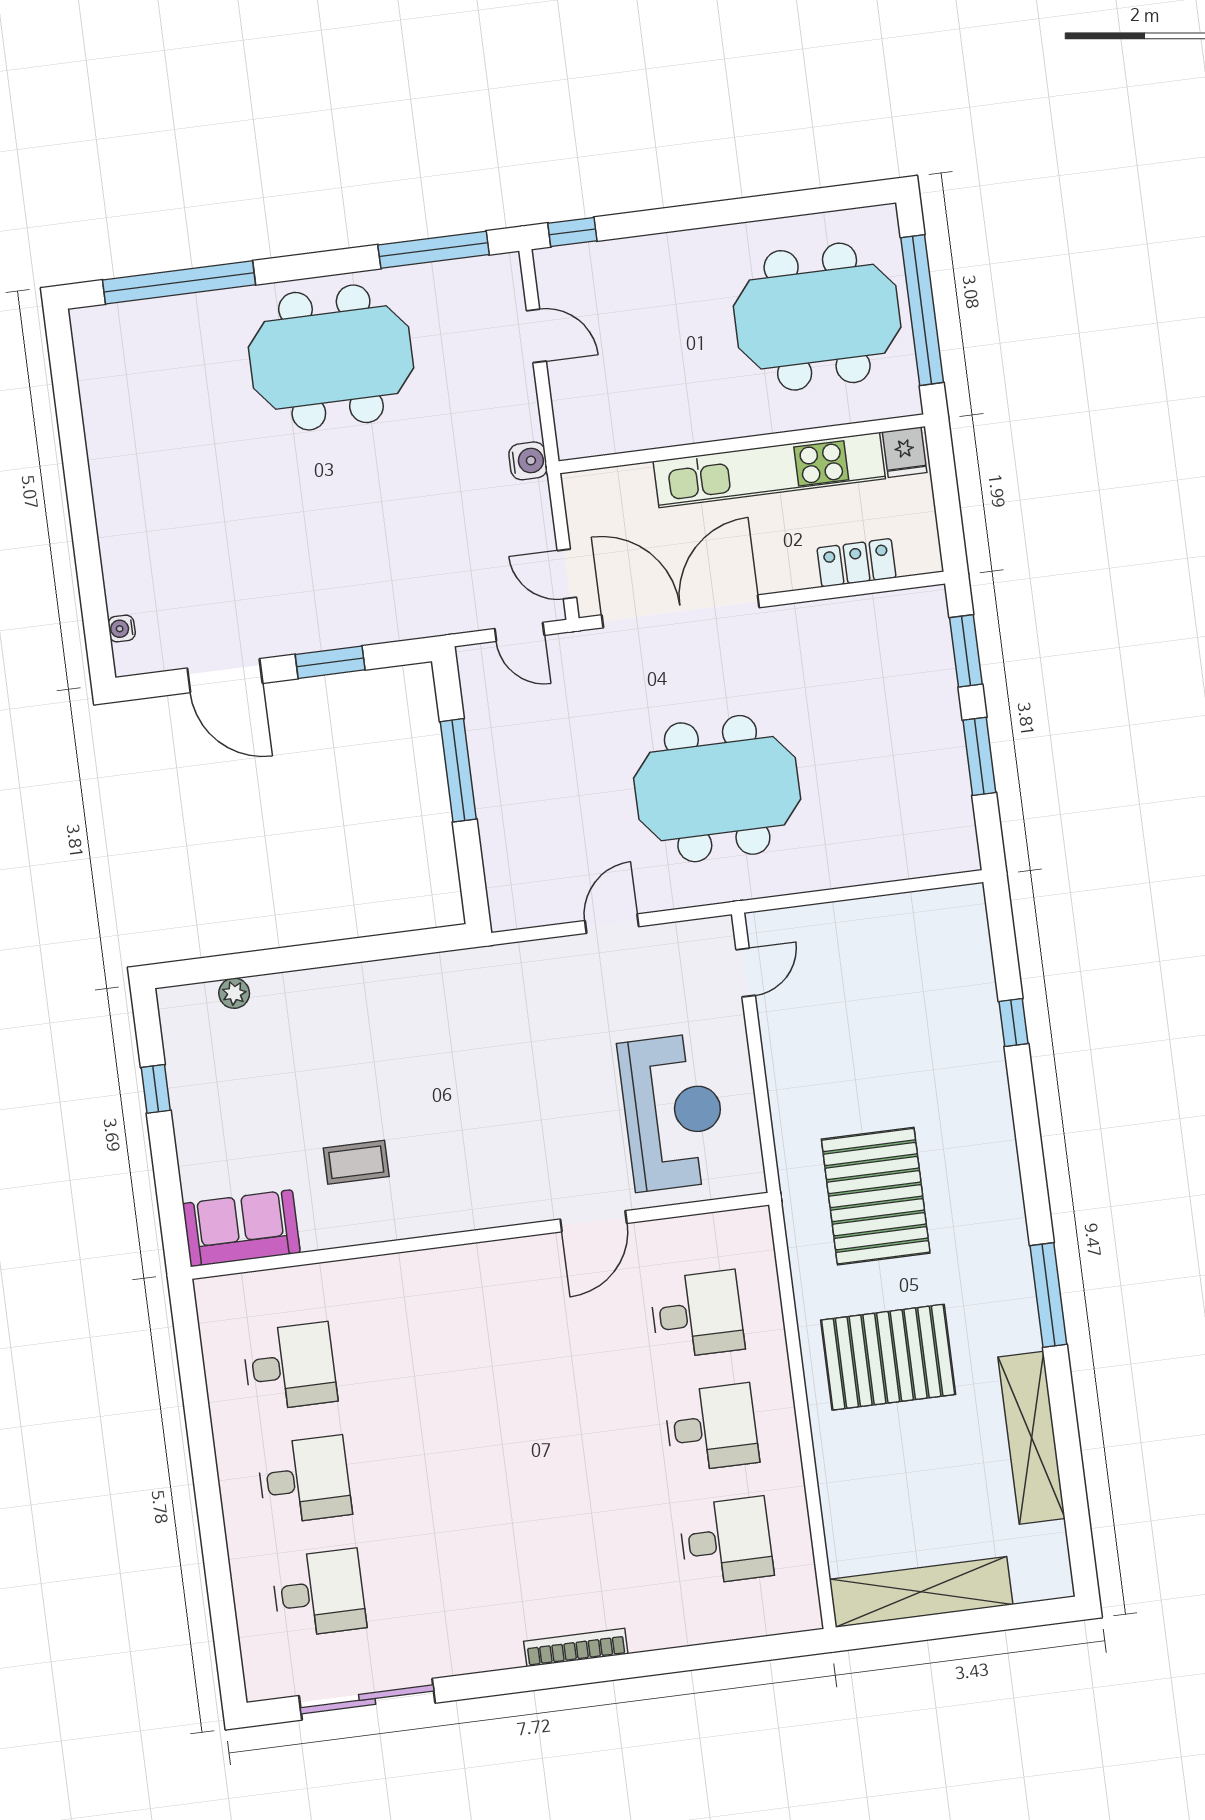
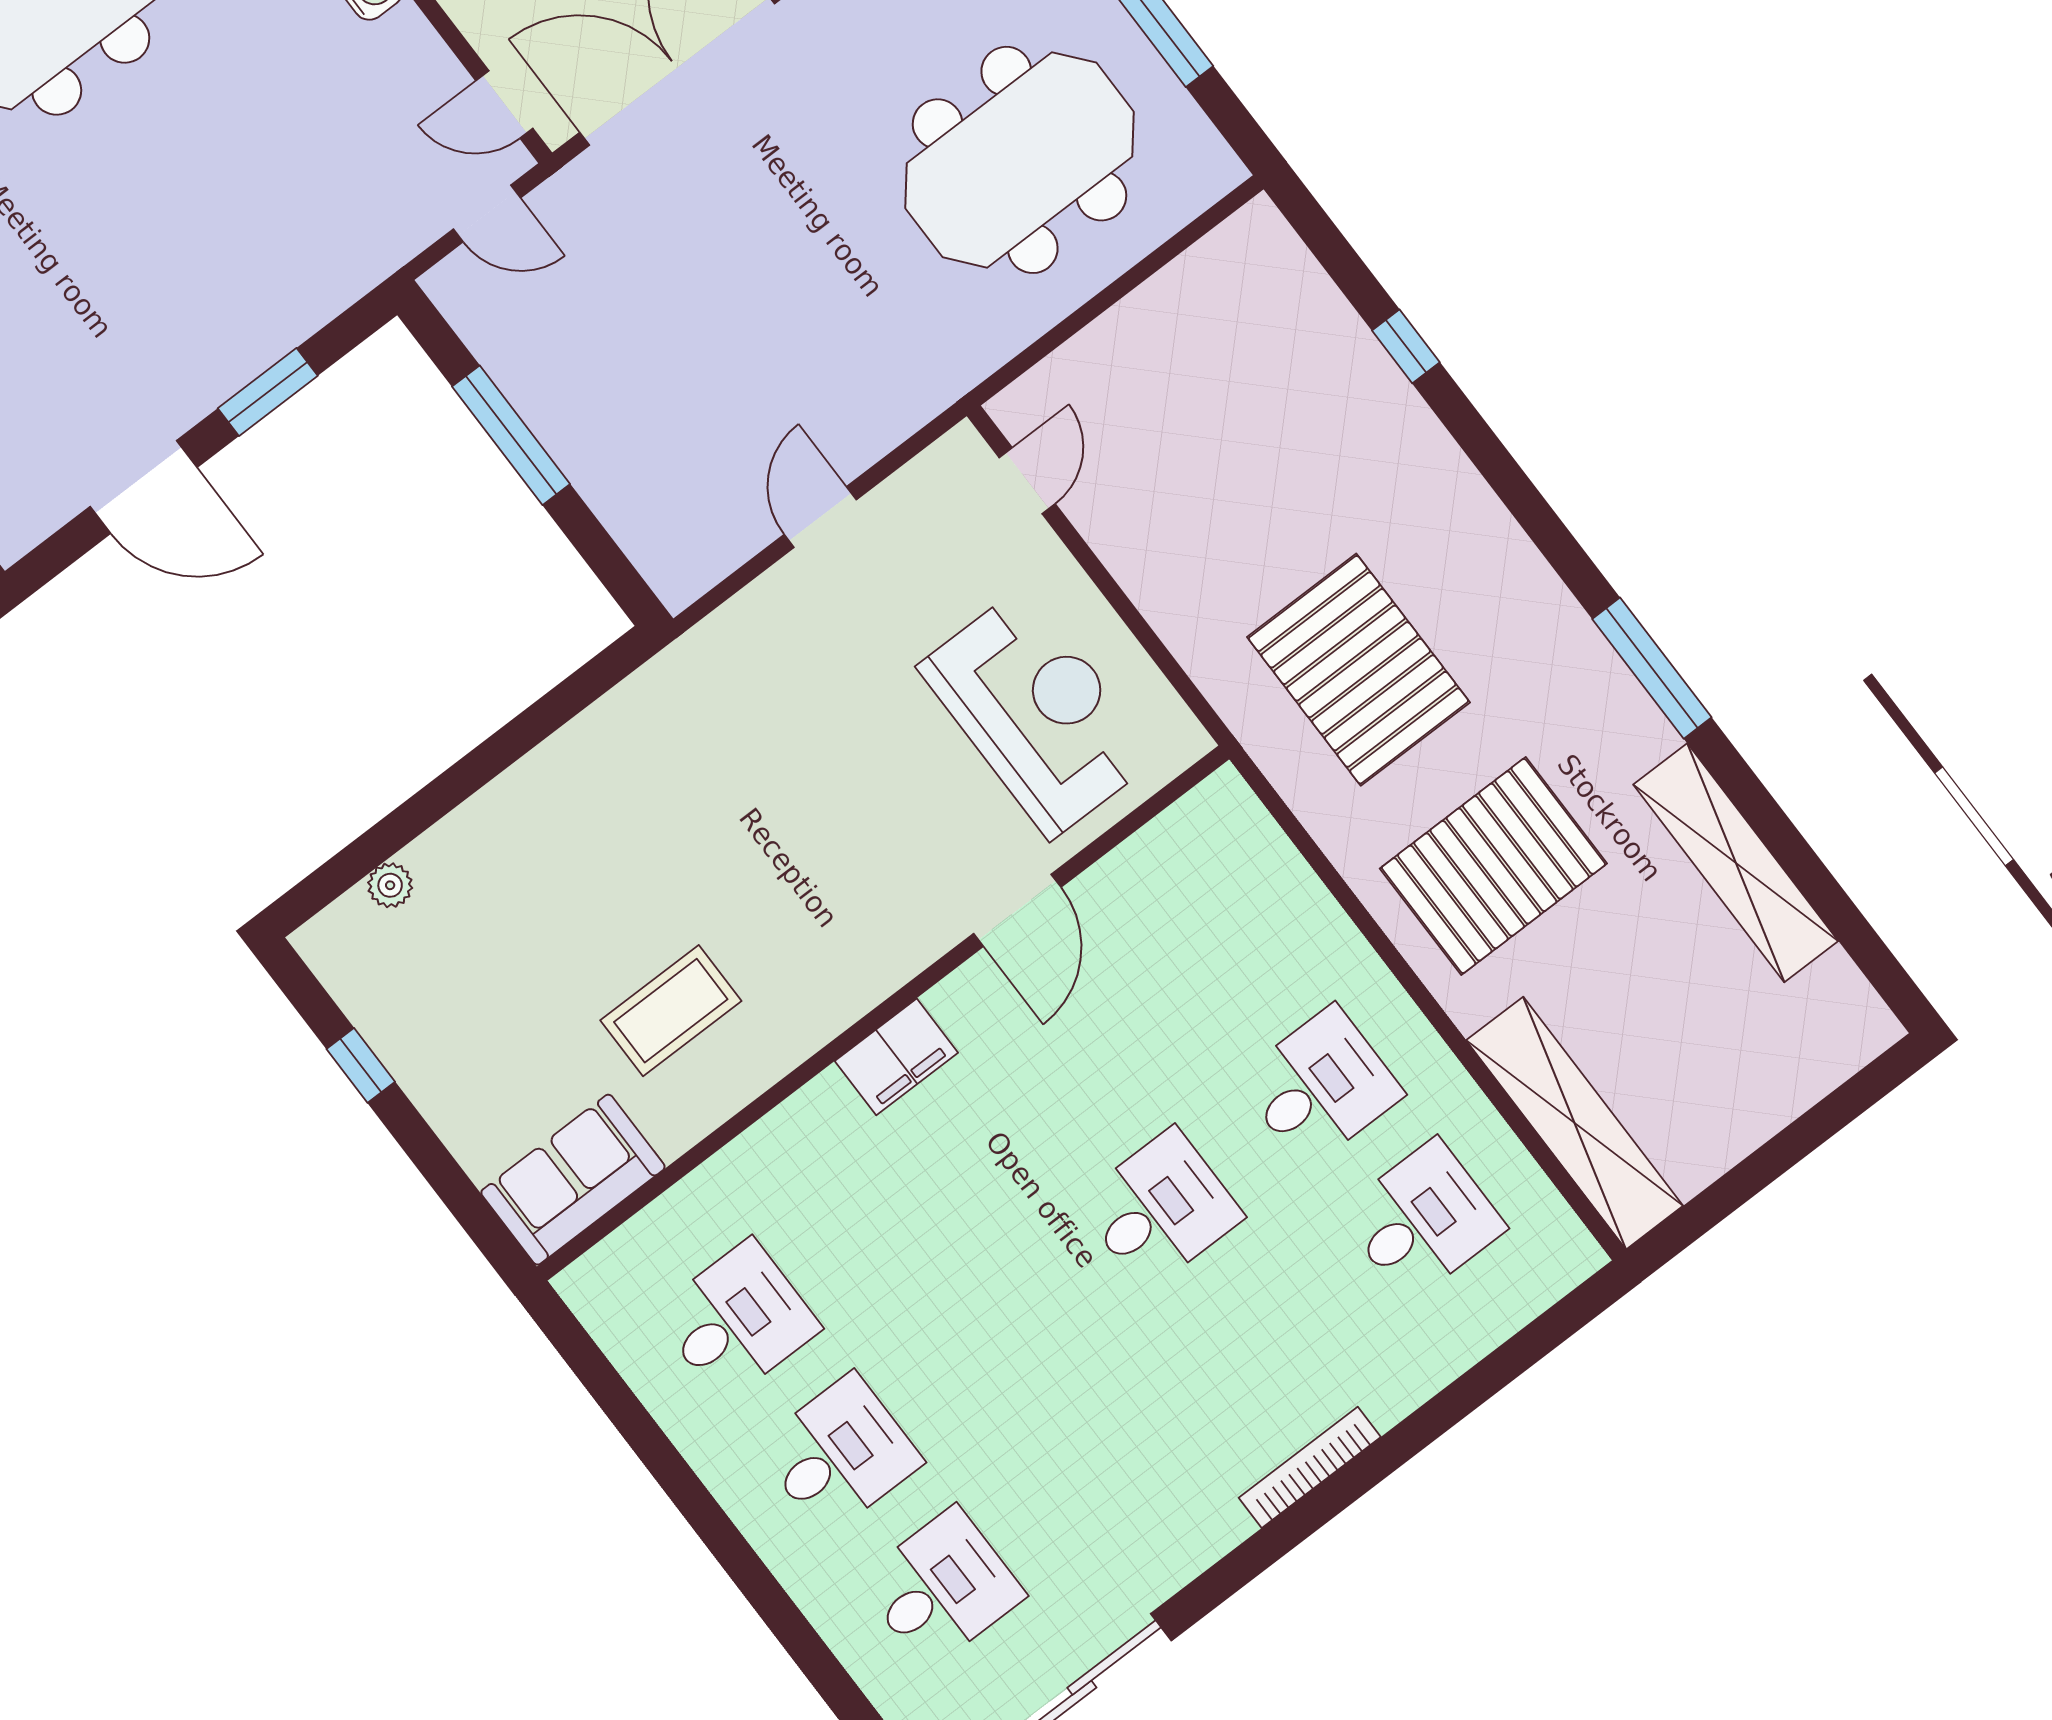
meeting table: (717, 789) -> (1019, 160), moved
coffee table: (356, 1162) -> (671, 1011), width x1.36, depth x1.30
filing cabinet: (473, 1266) -> (896, 1057), added
desk: (697, 1315) -> (1160, 1209), moved
shelving: (921, 1592) -> (1575, 1123), moved, turned 90

